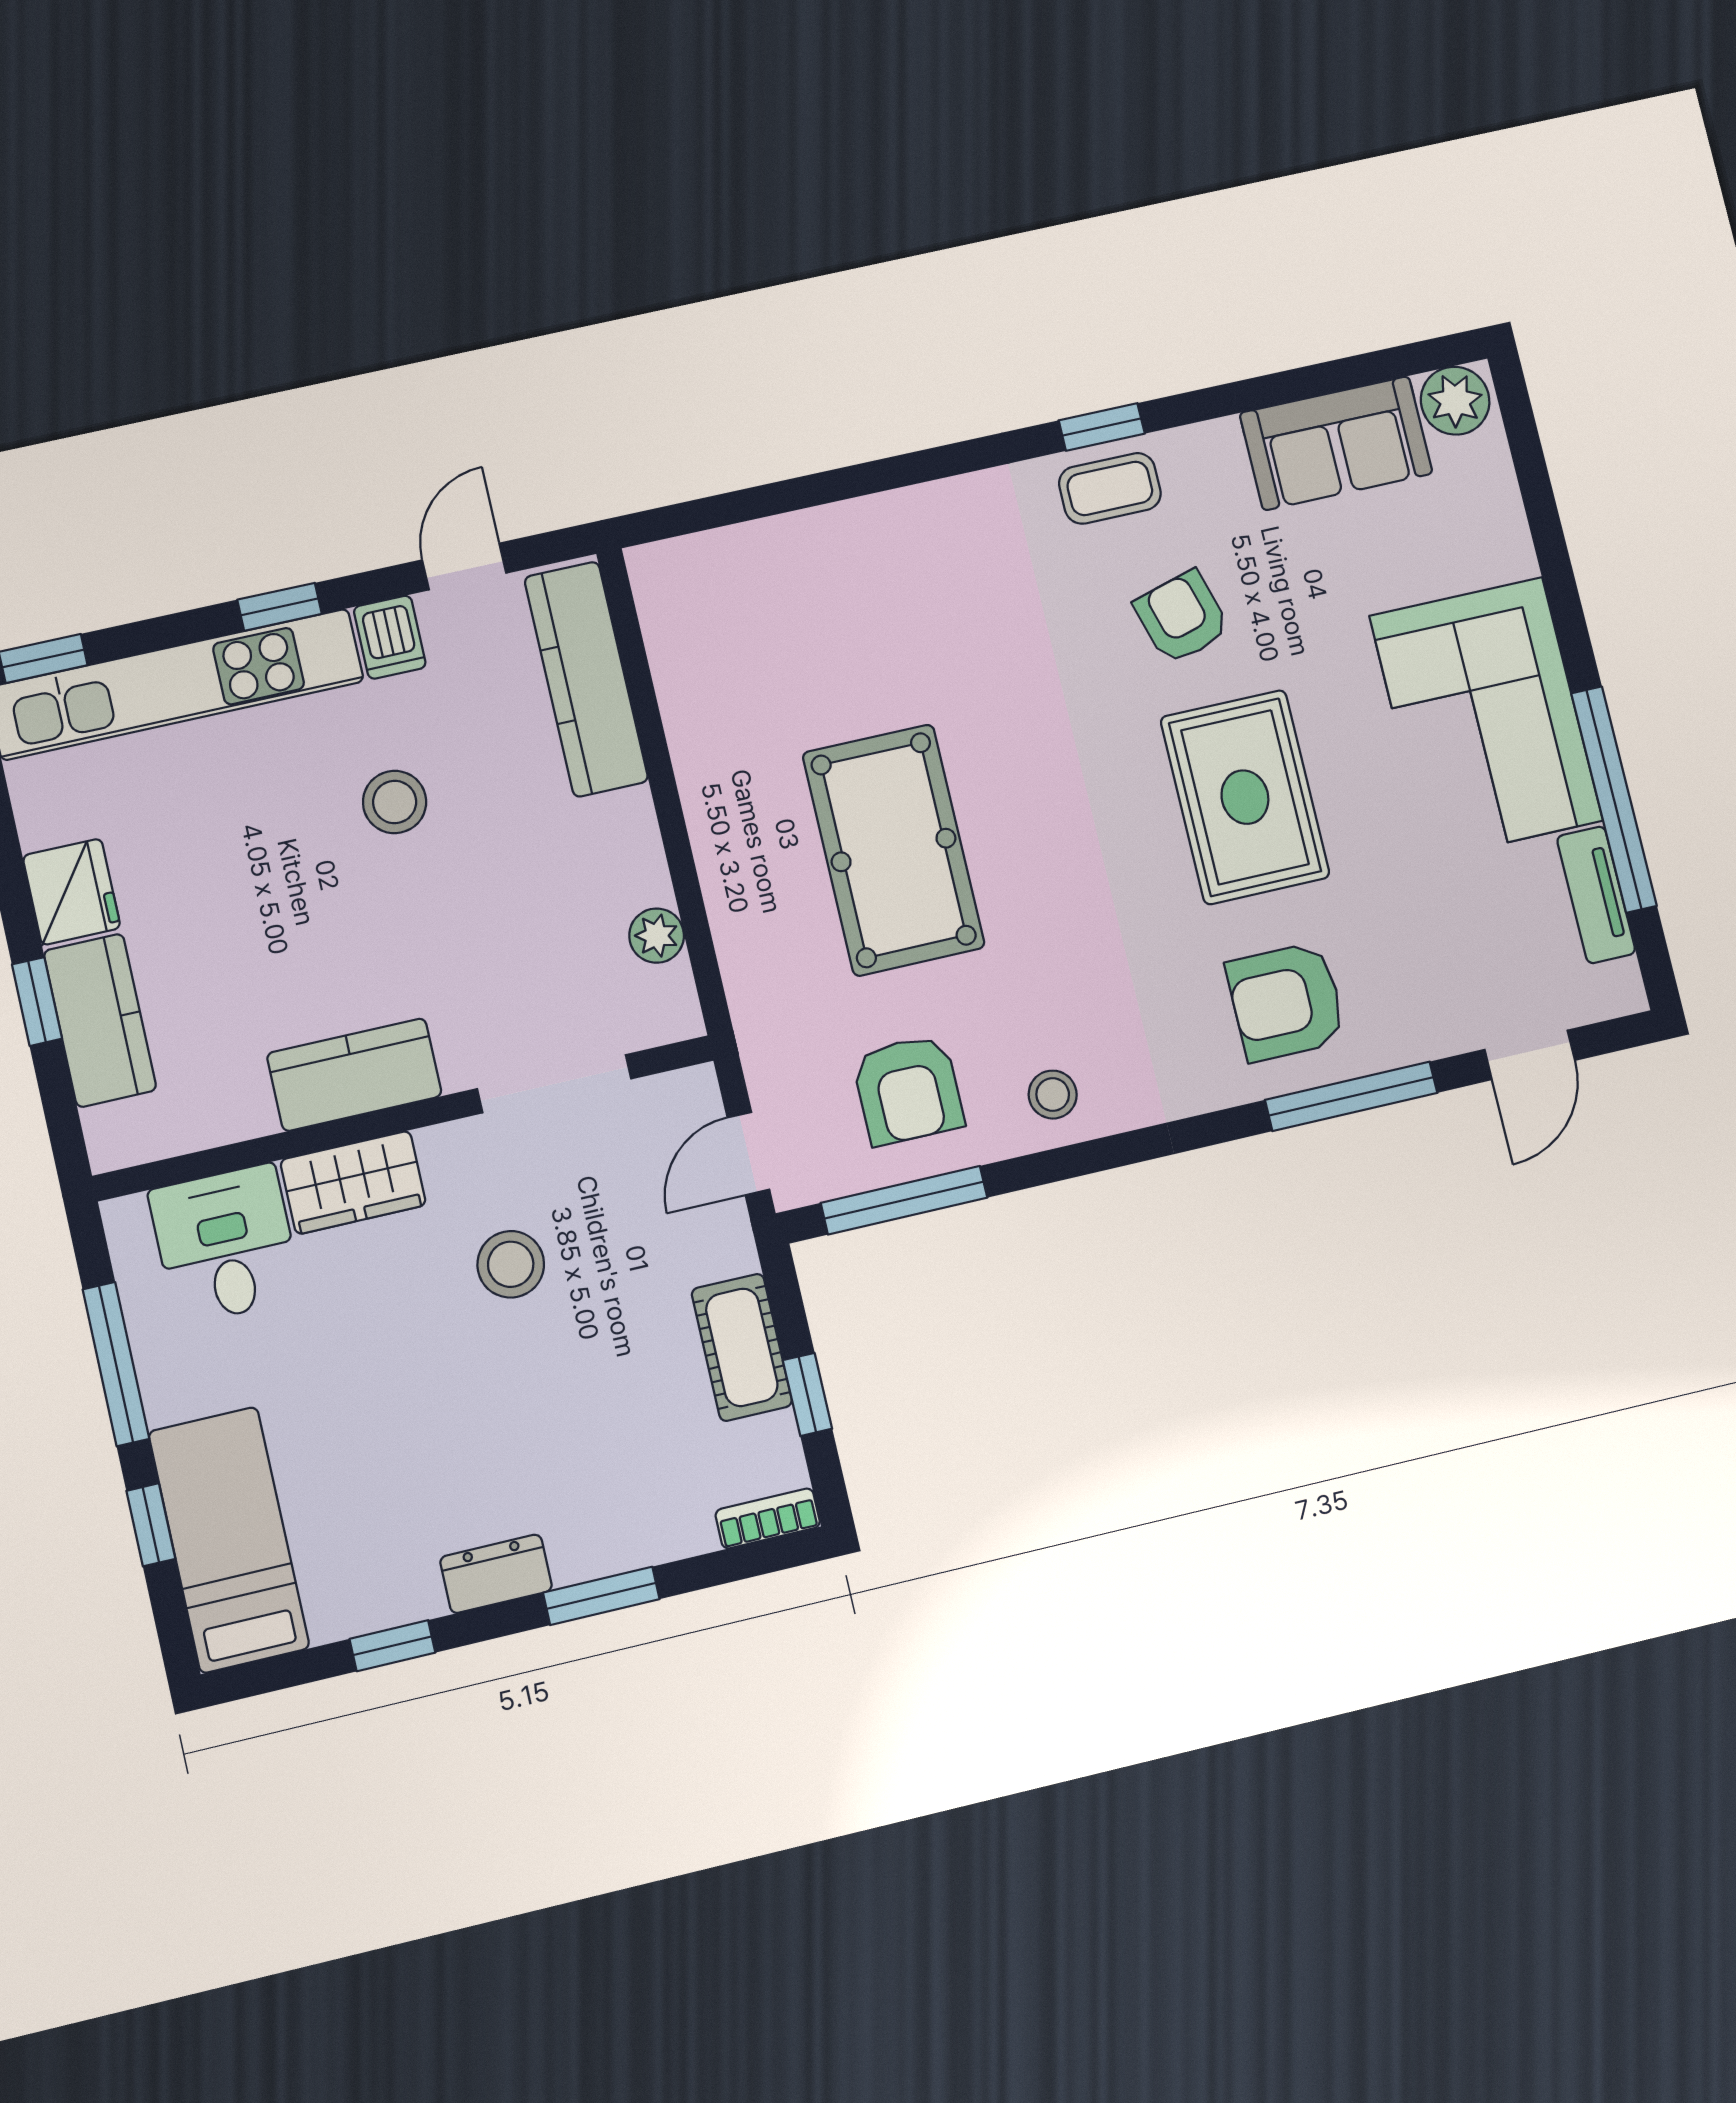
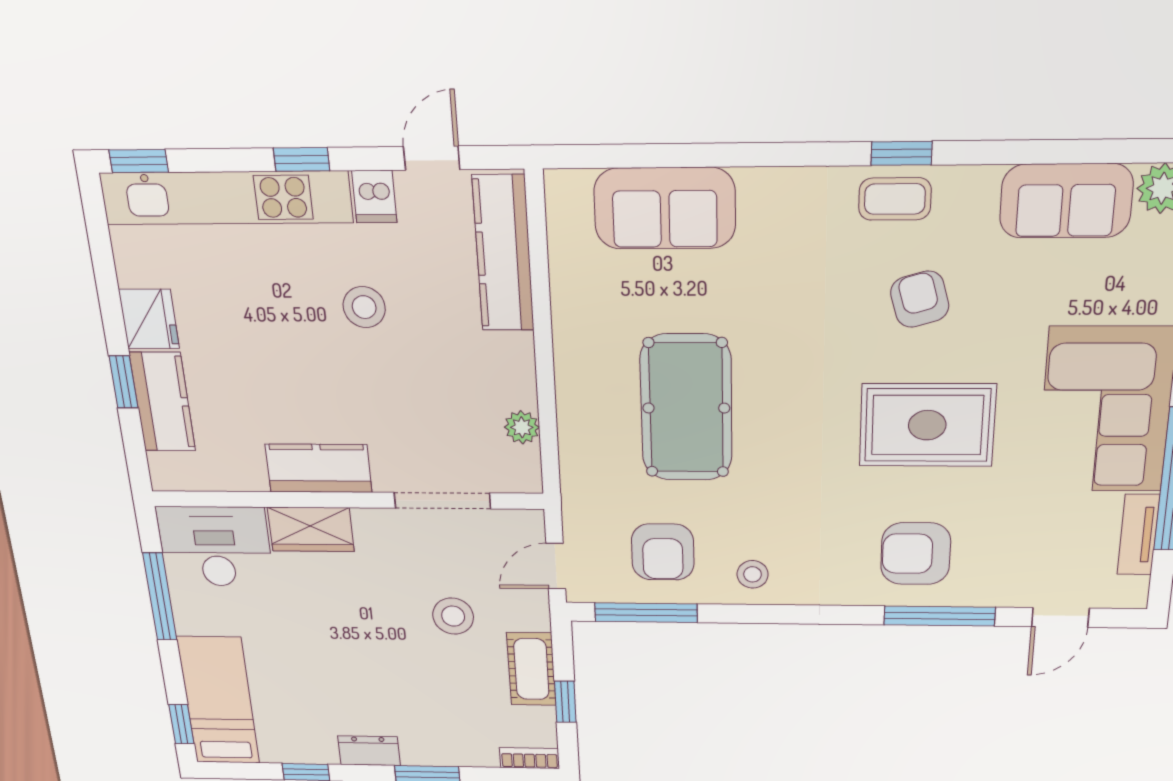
sofa: (801, 567) -> (665, 208), added
rug: (1245, 797) -> (927, 425), turned 90
desk: (225, 1244) -> (215, 547), width x1.37
stool: (511, 1264) -> (453, 616), moved
window: (151, 1525) -> (181, 724), moved

